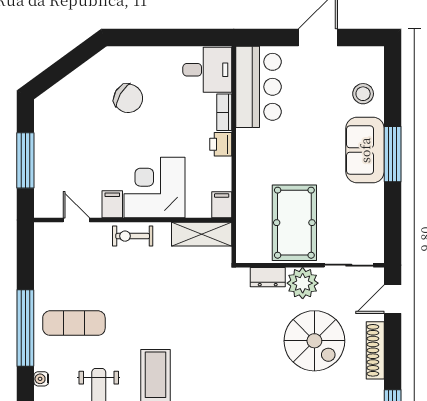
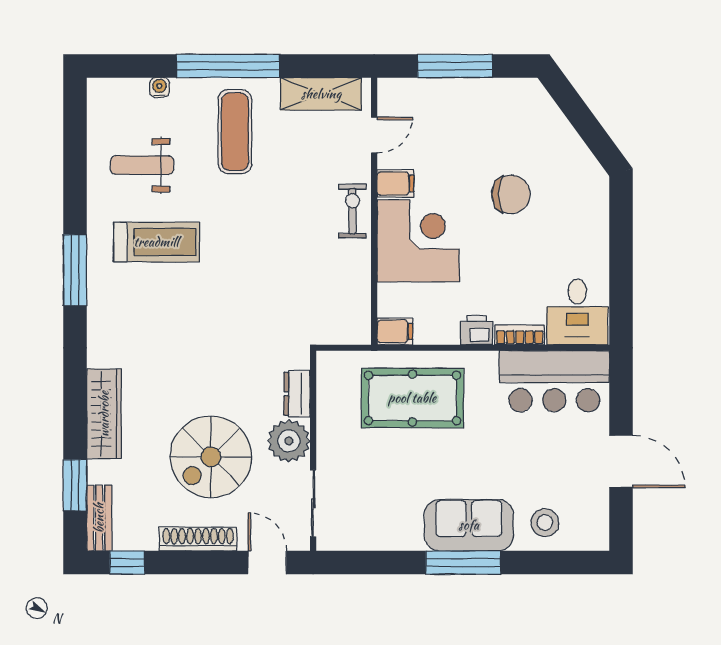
chair: (128, 98) -> (511, 194), moved, turned -121
pool table: (294, 223) -> (412, 398), moved
shelving: (202, 234) -> (321, 94), moved, turned 90

